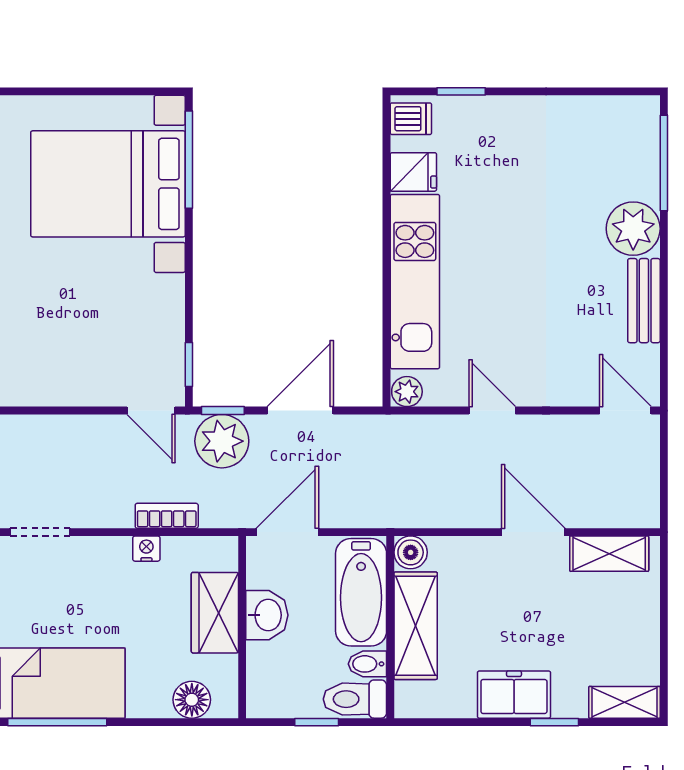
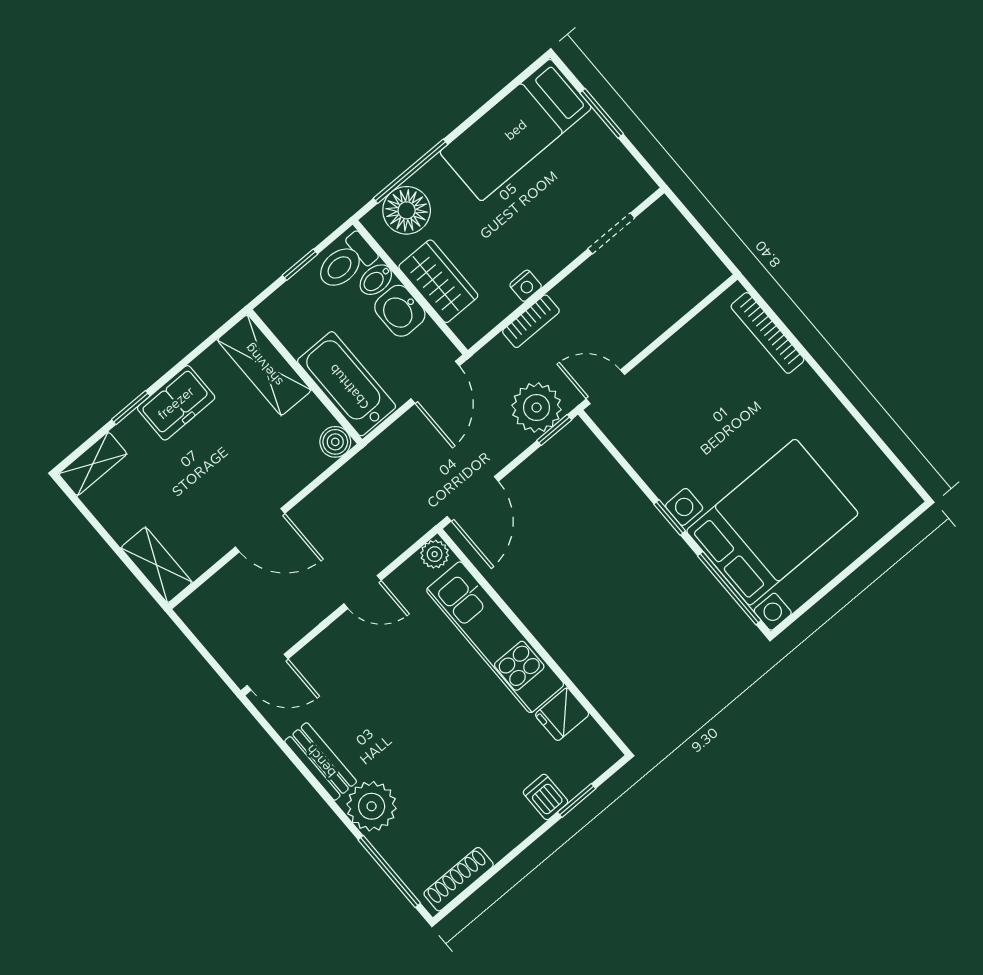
shoe rack: (612, 109) -> (459, 879), added
dishwasher: (411, 119) -> (546, 797), moved, turned 90
window: (189, 364) -> (670, 518), moved
door: (300, 411) -> (473, 499), moved
shelving: (609, 554) -> (157, 565), moved, turned 90
shelving: (416, 626) -> (264, 365), moved
bidet: (367, 664) -> (376, 280), moved, turned 180
toilet: (355, 699) -> (346, 262), moved, turned 180
floor lamp: (192, 700) -> (407, 210), width x1.38, depth x1.38
window: (57, 722) -> (410, 171), moved

